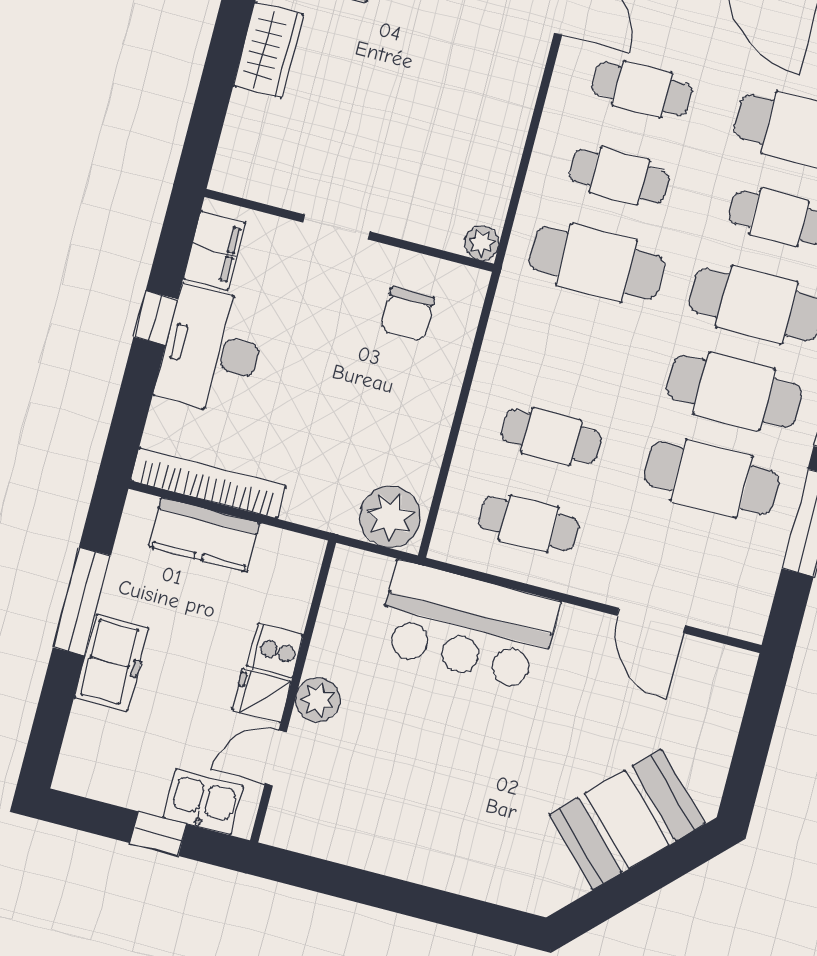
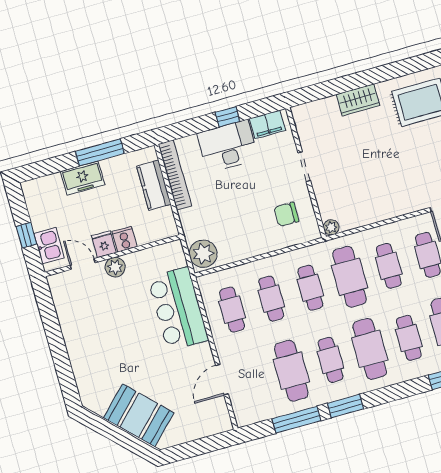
cafe table: (574, 350) -> (310, 288), added
cafe table: (734, 391) -> (330, 360), width x0.73, depth x0.74

